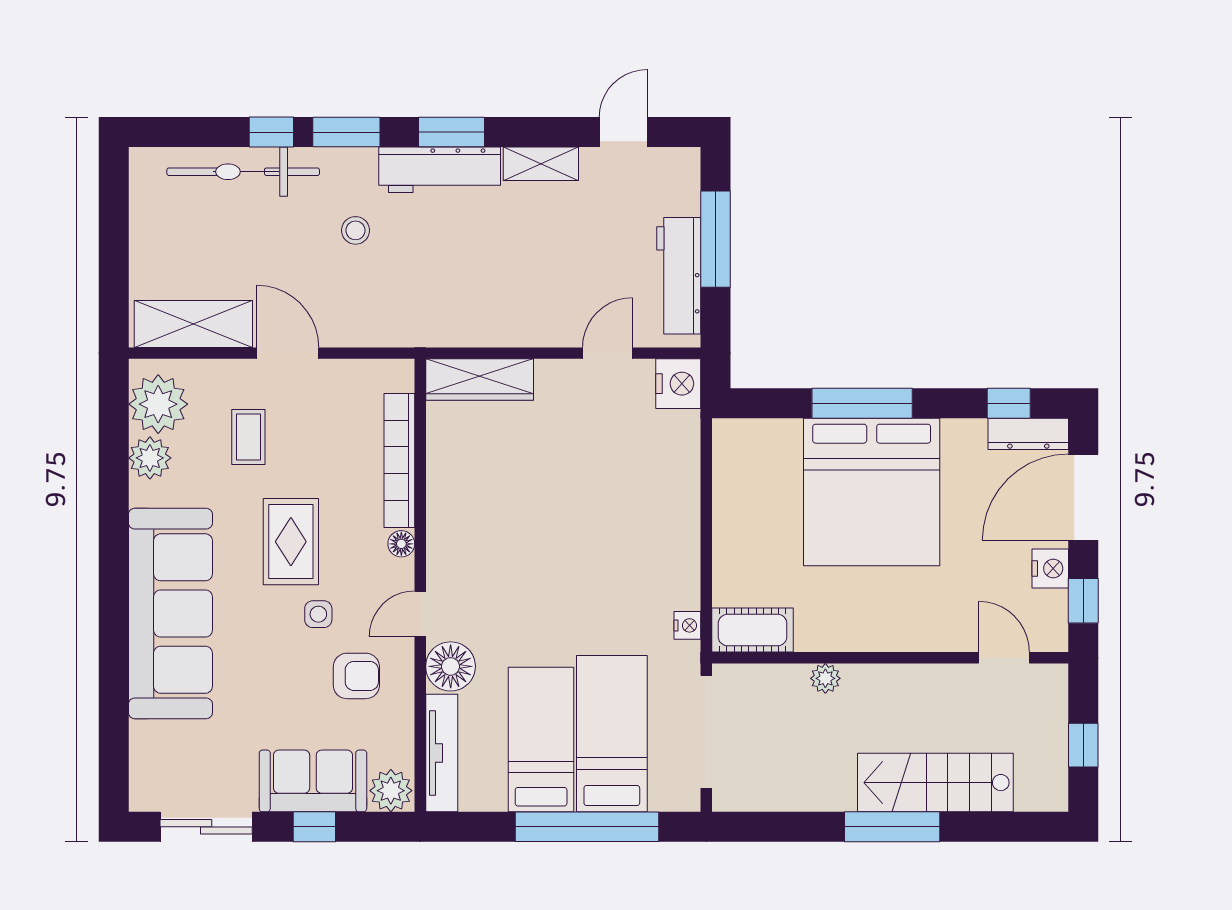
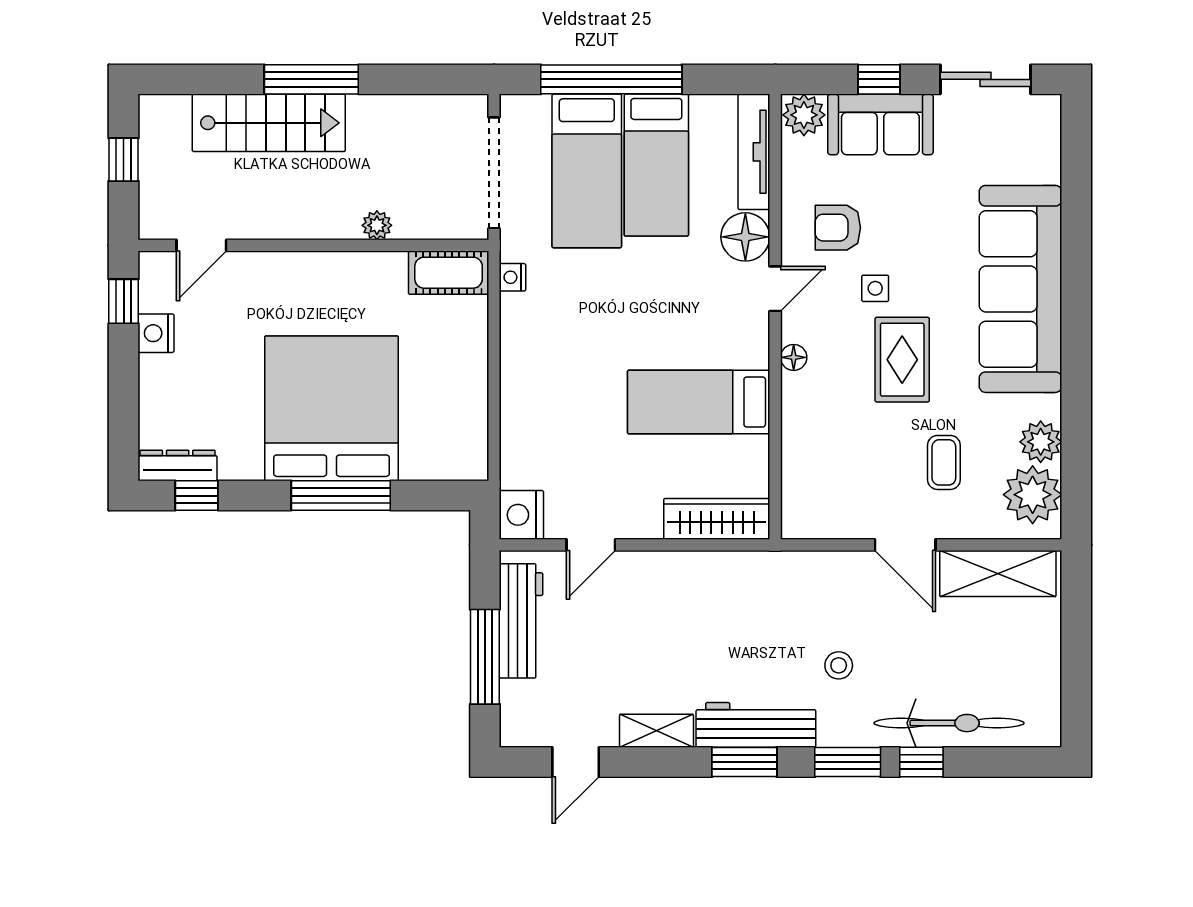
bookcase: (399, 460) -> (796, 439), removed
door: (1083, 497) -> (124, 403), removed
bed: (498, 498) -> (699, 402), added
door: (1004, 658) -> (201, 245), hinge flipped

